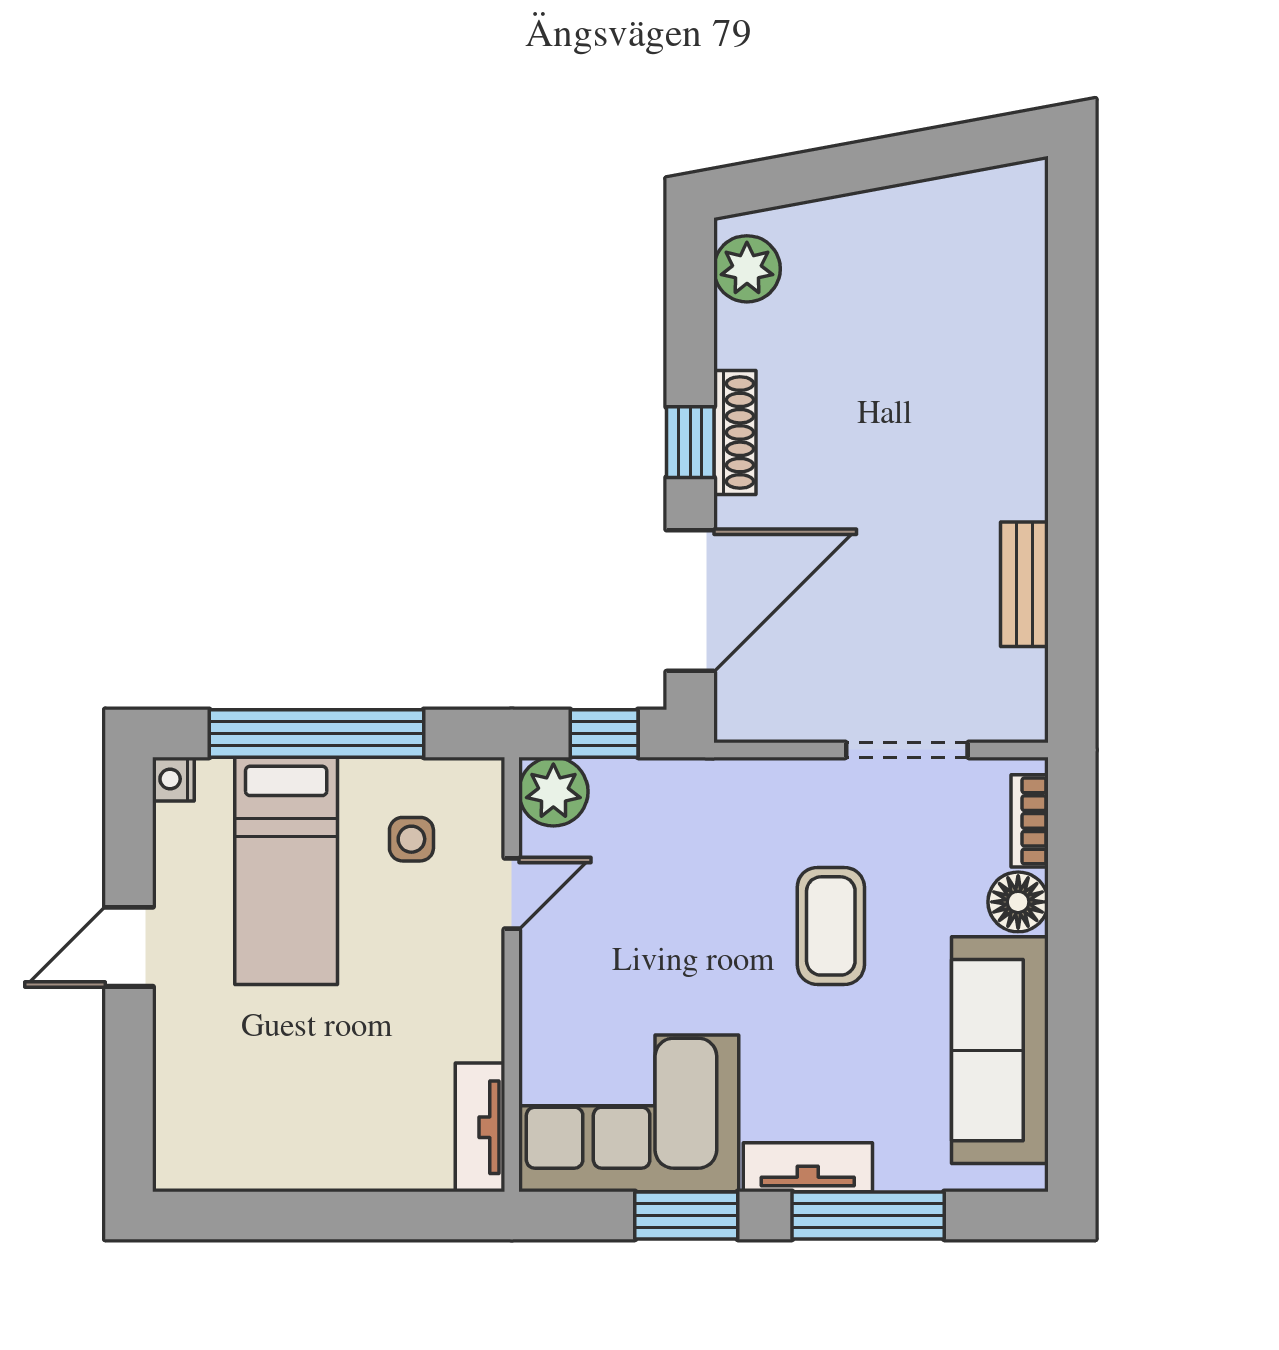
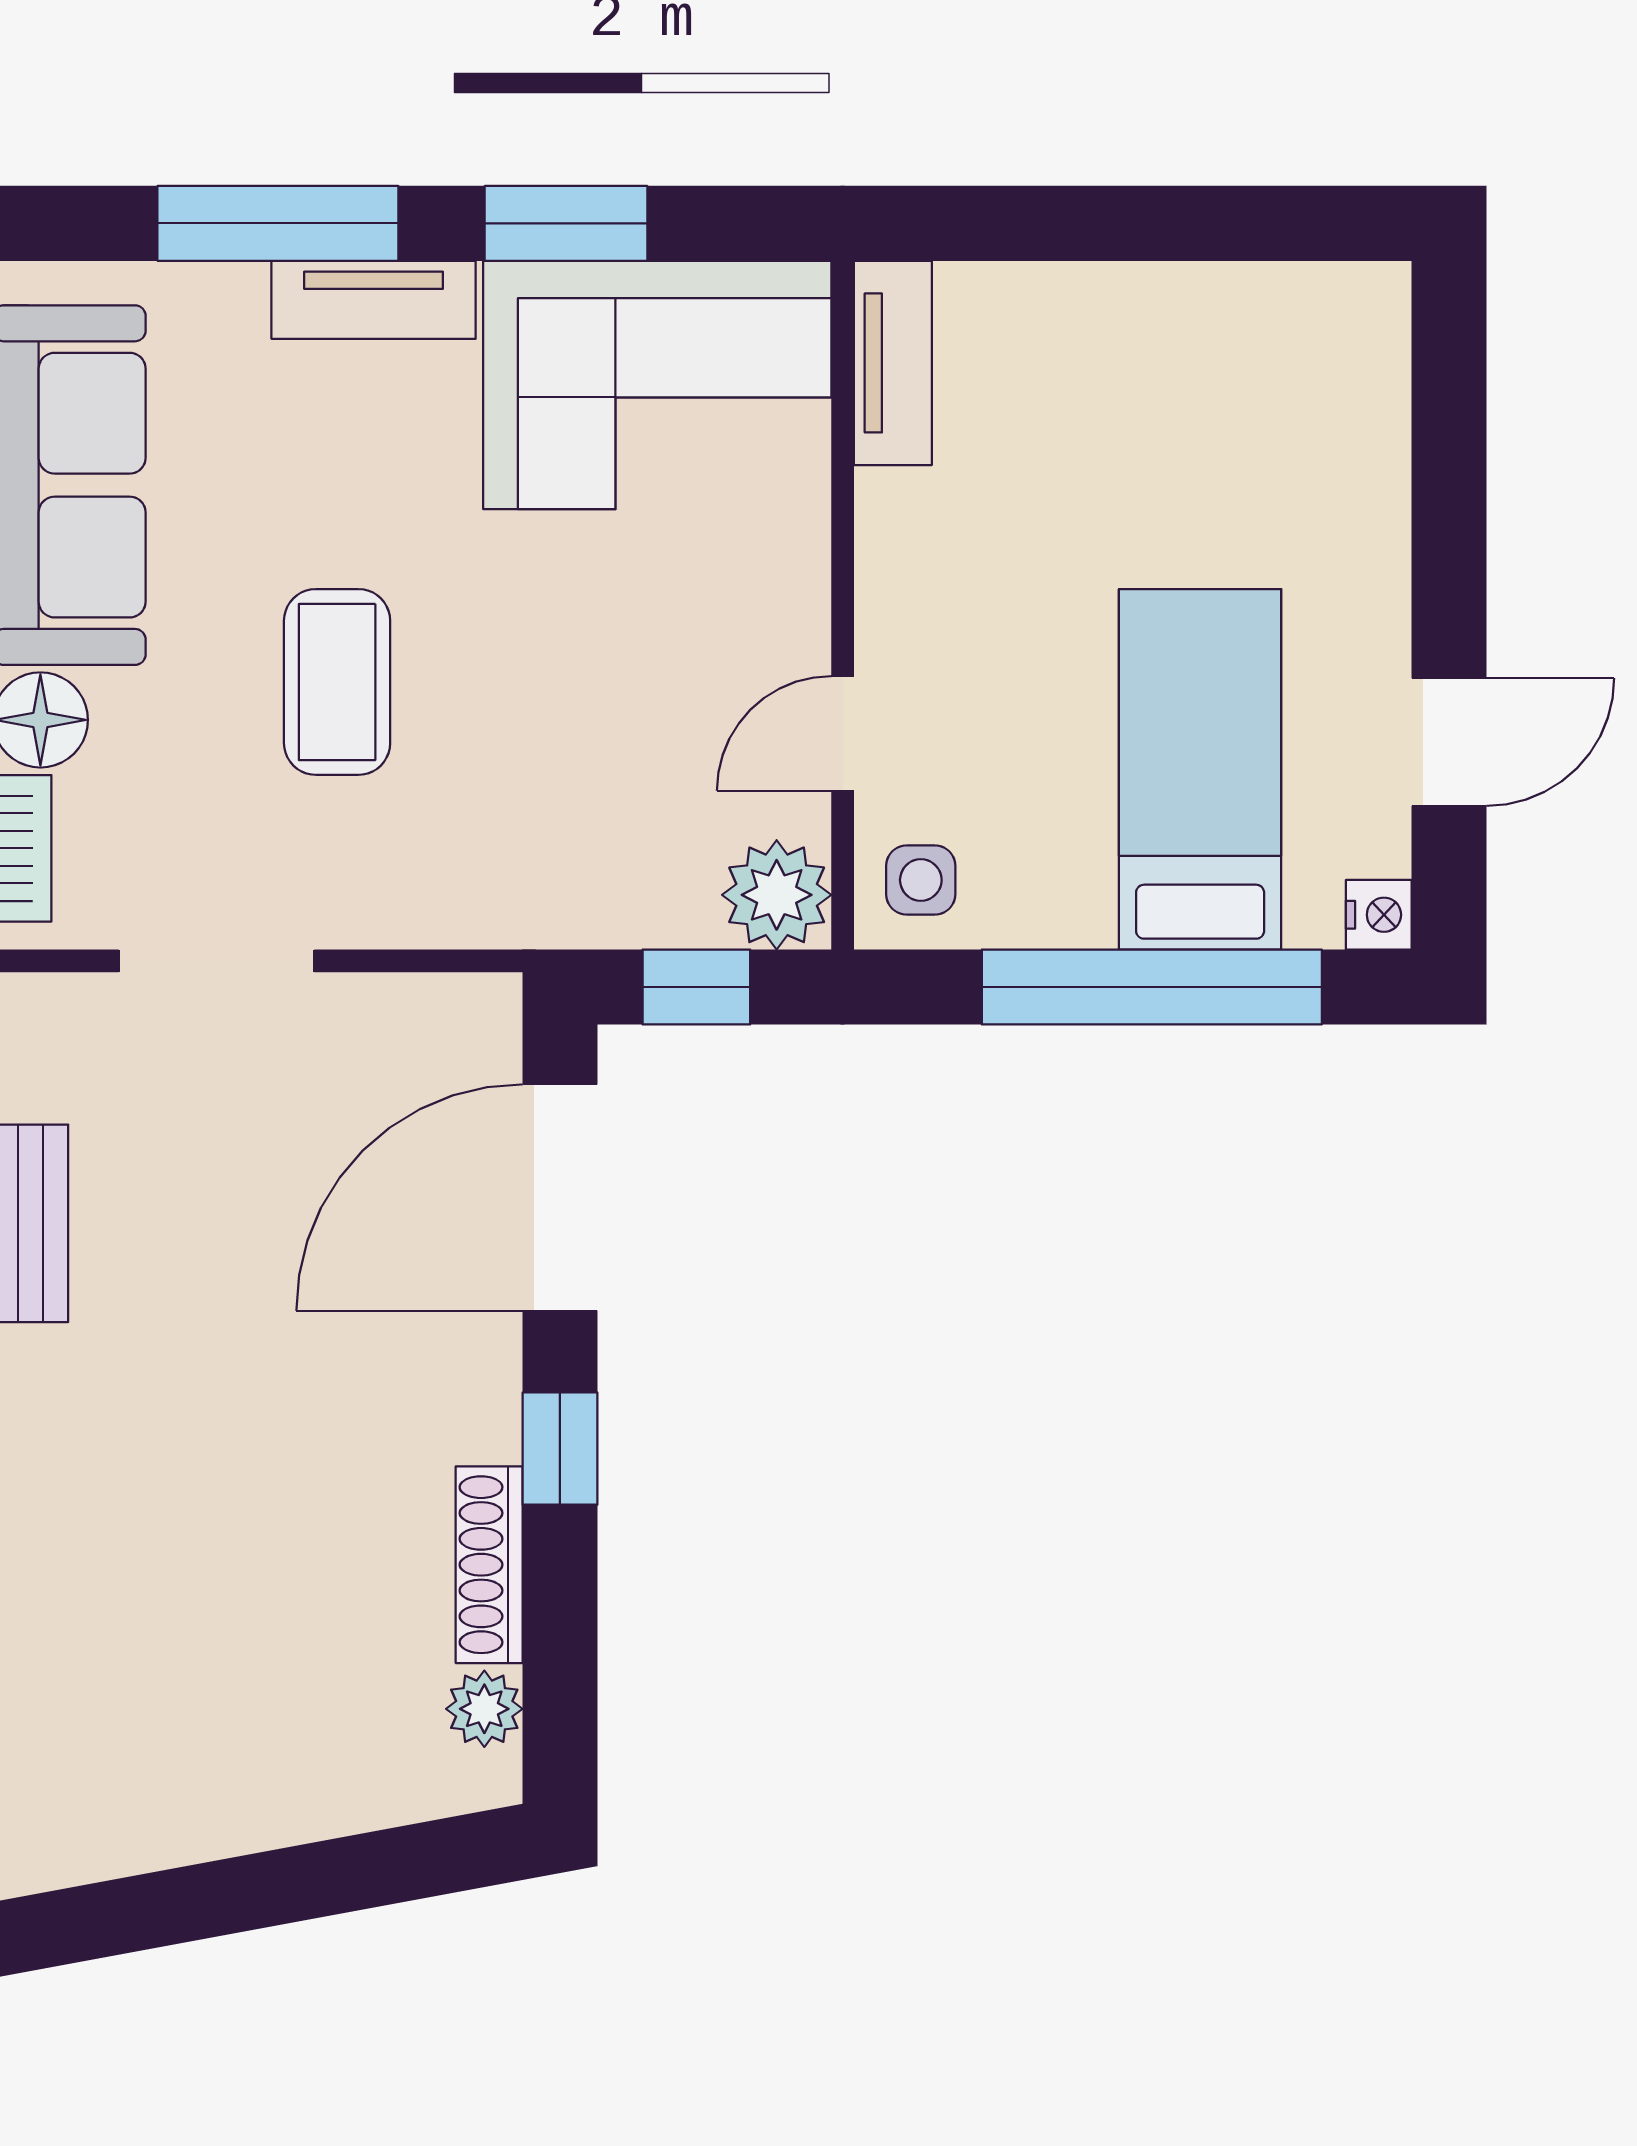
plant: (747, 269) -> (484, 1709), width x0.73, depth x0.73
shoe rack: (735, 433) -> (489, 1565), moved
side table: (411, 839) -> (921, 880), moved
door: (129, 947) -> (1449, 742), moved

